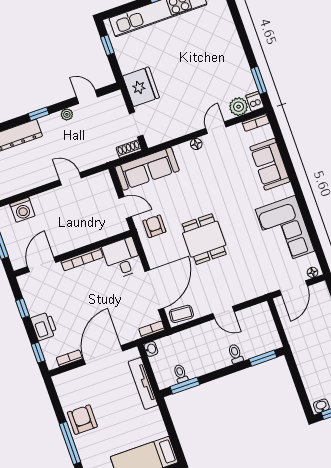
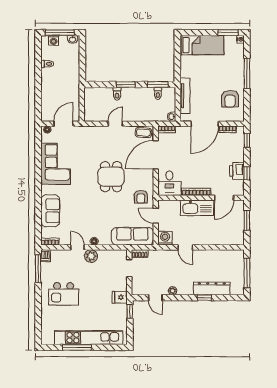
window: (107, 45) -> (130, 312), moved
kitchen island: (212, 58) -> (64, 294), added
window: (259, 80) -> (38, 269), width x1.44
fridge: (141, 87) -> (120, 297), width x0.53, depth x0.75
plant: (239, 107) -> (91, 256), moved
window: (39, 114) -> (204, 298), moved
door: (216, 128) -> (77, 247), swing flipped
washing machine: (22, 210) -> (165, 238), moved
kitchen sink: (73, 238) -> (197, 208), added
door: (224, 313) -> (115, 124), hinge flipped
printer: (44, 326) -> (237, 171), moved
window: (263, 358) -> (126, 85), moved
armchair: (82, 420) -> (230, 99), moved

